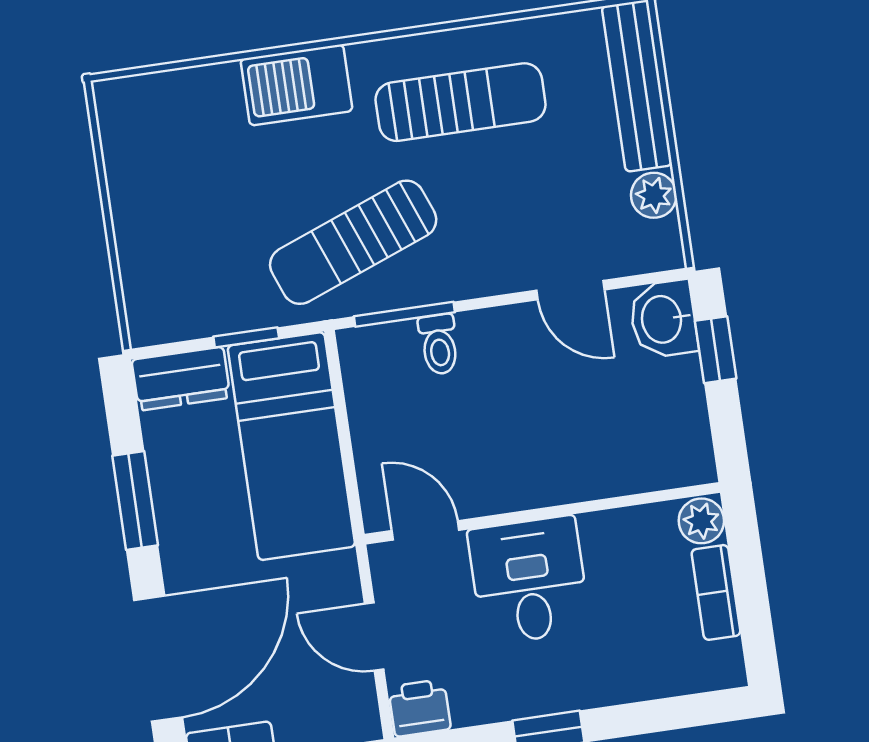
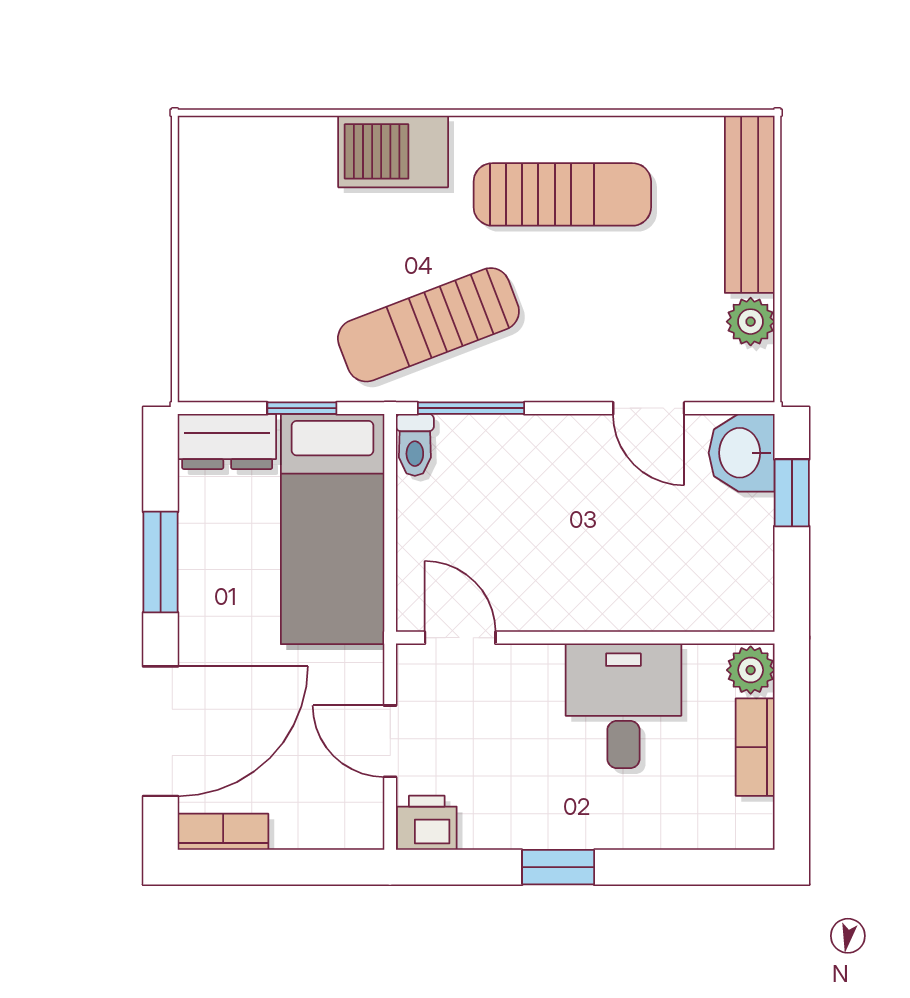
toilet: (439, 344) -> (415, 445), moved
desk: (529, 580) -> (623, 706), moved

